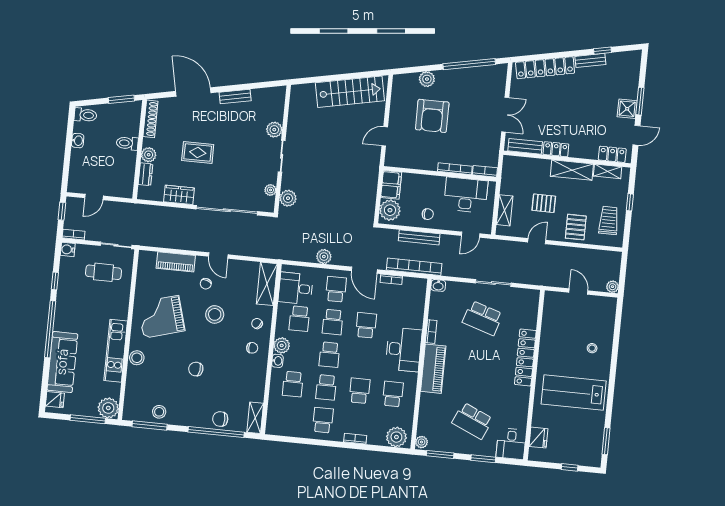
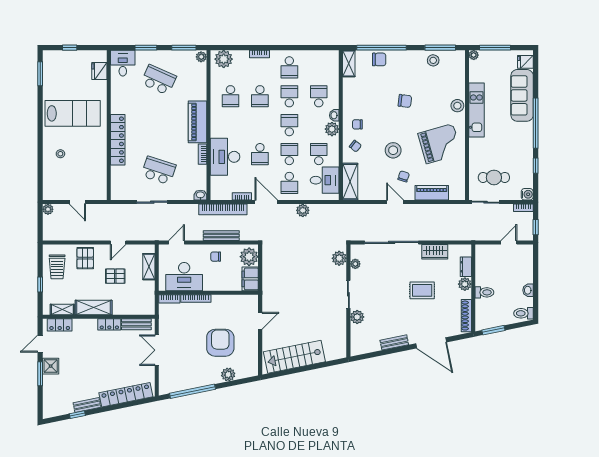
desk: (404, 349) -> (225, 157), moved
plant: (108, 408) -> (474, 55), width x0.53, depth x0.53

